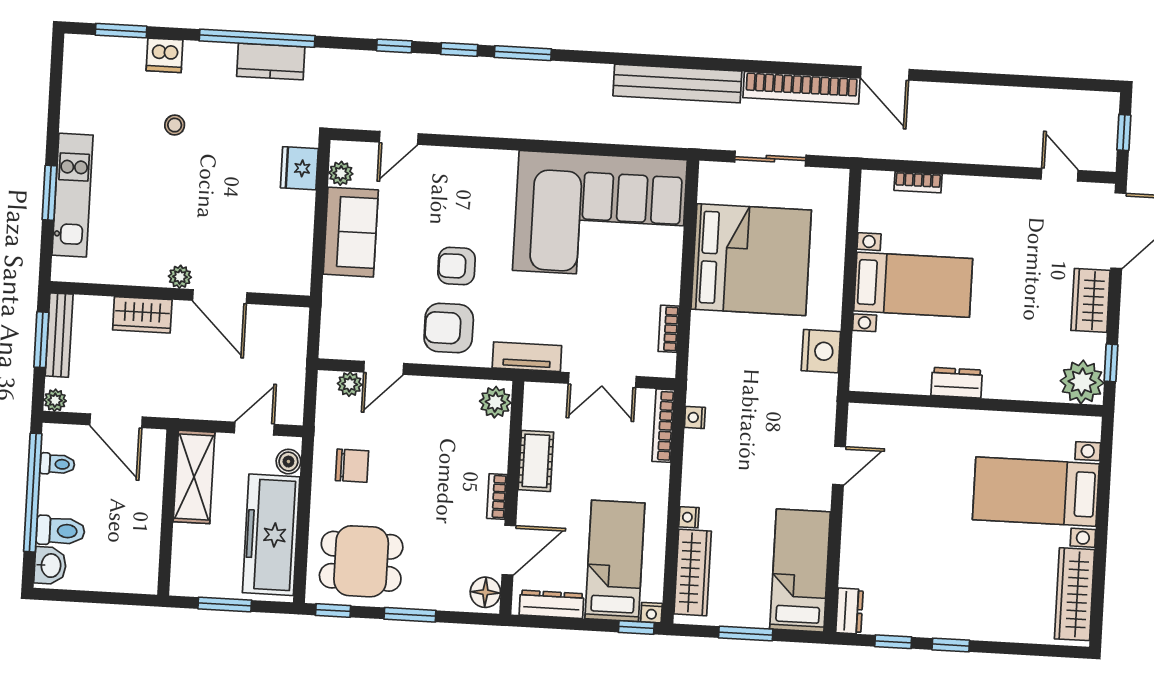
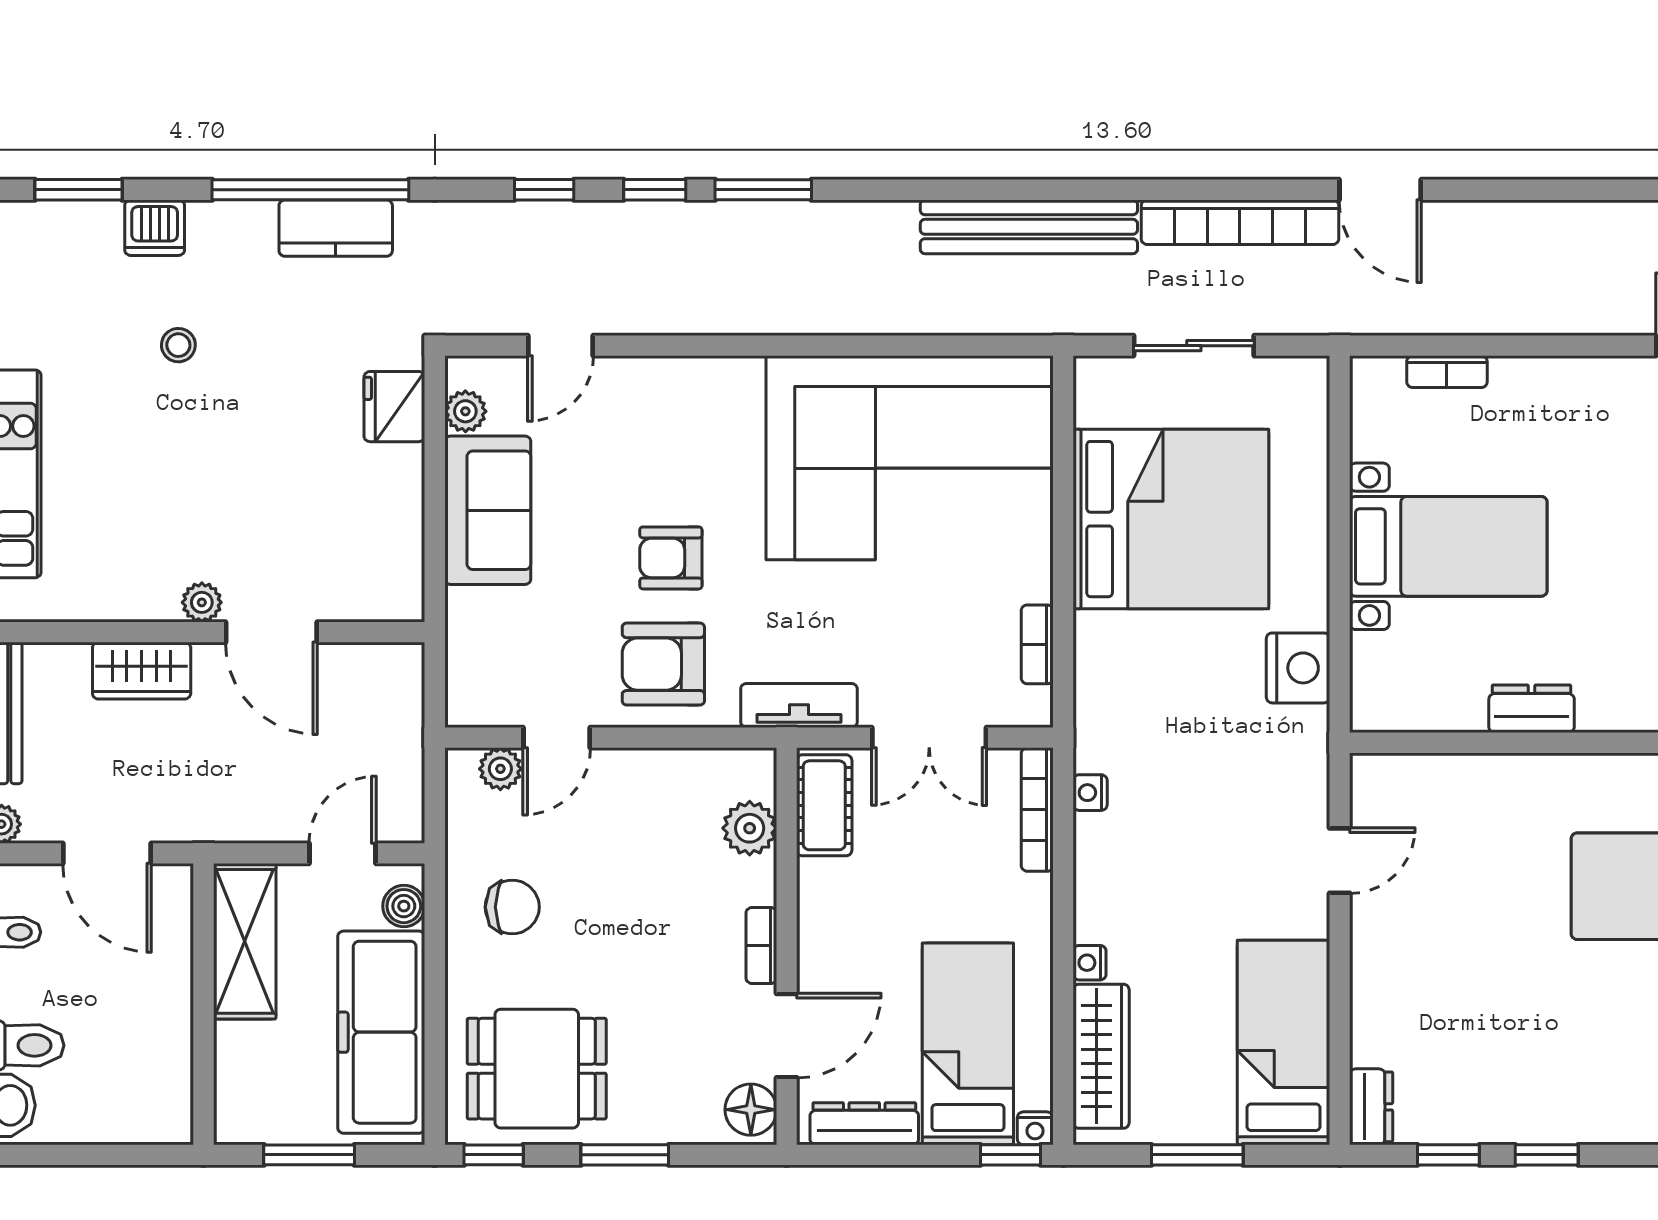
plant: (495, 402) -> (750, 828), moved
cot: (536, 461) -> (824, 805), moved

